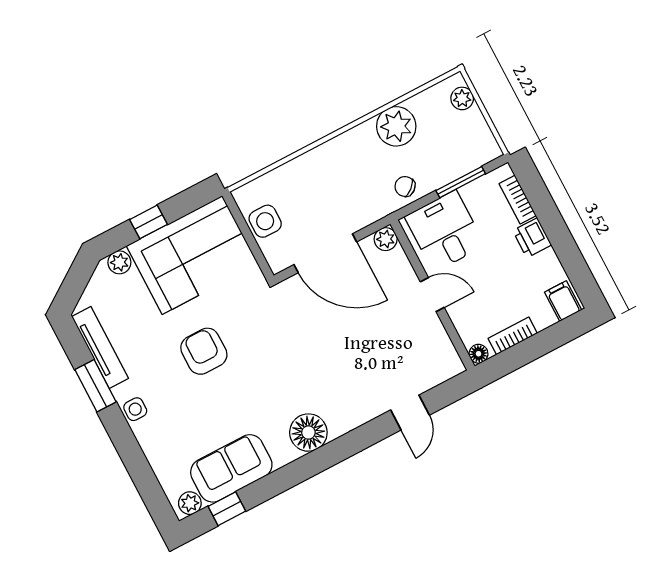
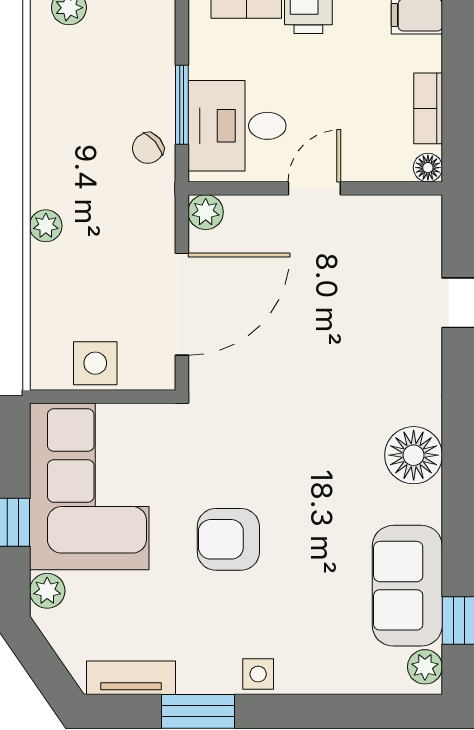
plant: (396, 126) -> (46, 226), moved, width x0.53, depth x0.53
window: (461, 182) -> (182, 105), moved
tv unit: (100, 347) -> (131, 678), width x0.71

